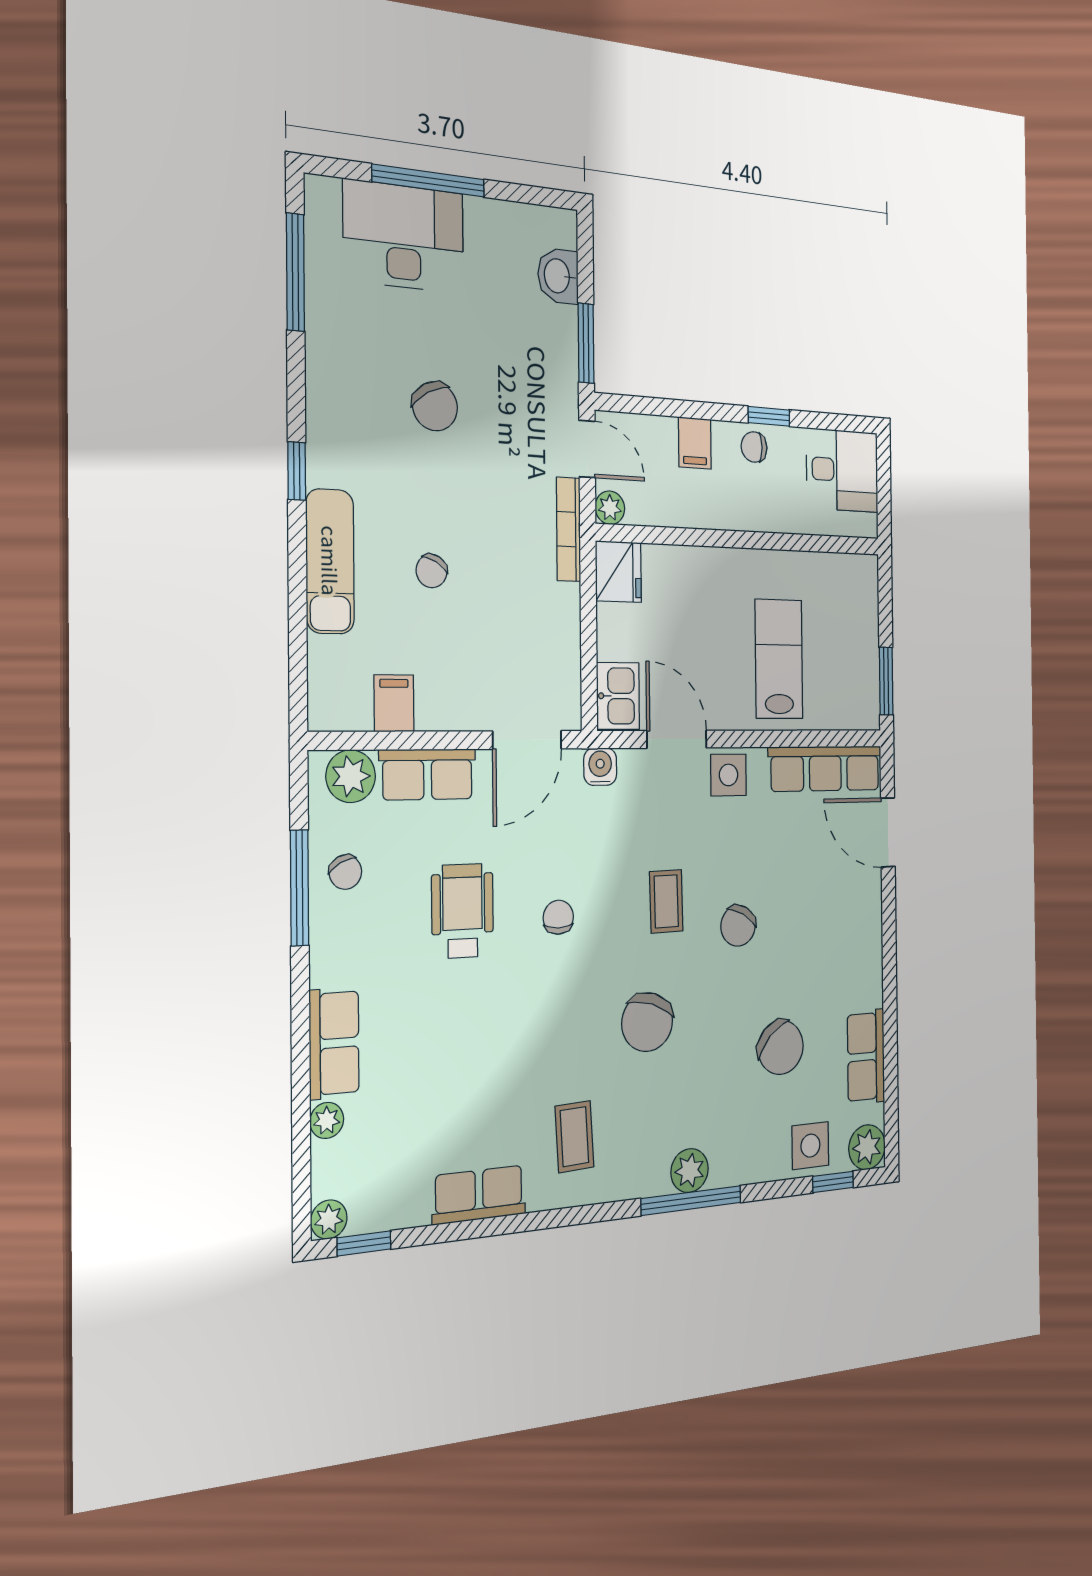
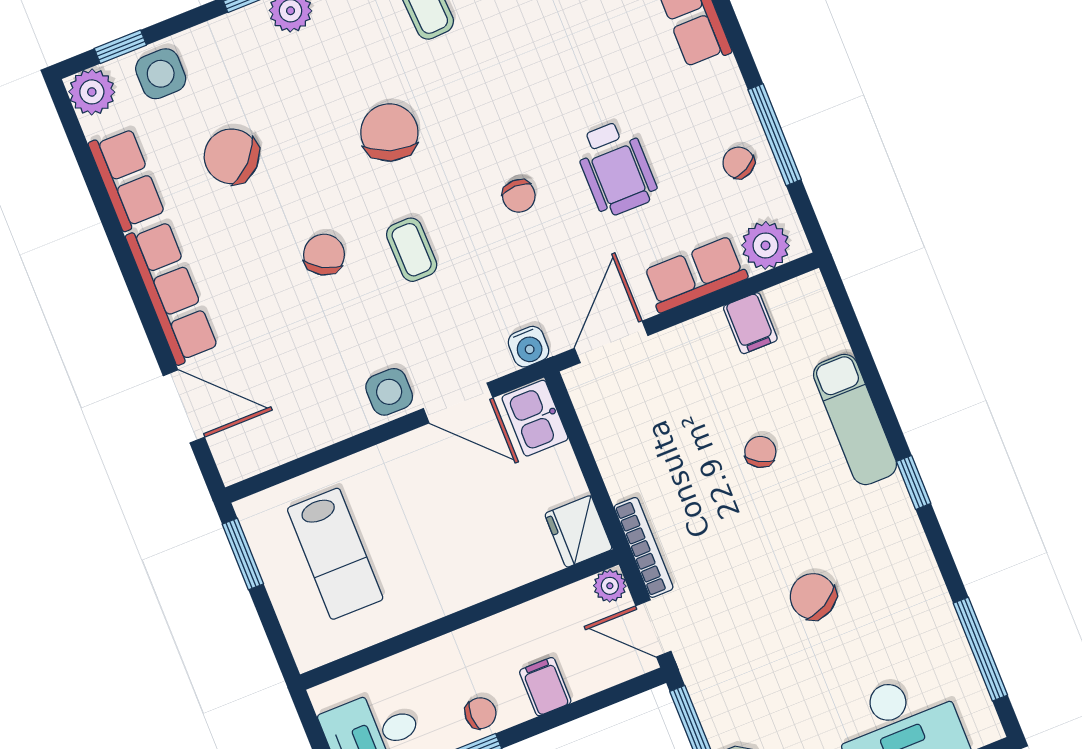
lab bench: (779, 659) -> (335, 554), moved
row of seats: (825, 769) -> (172, 293), moved, turned 90

